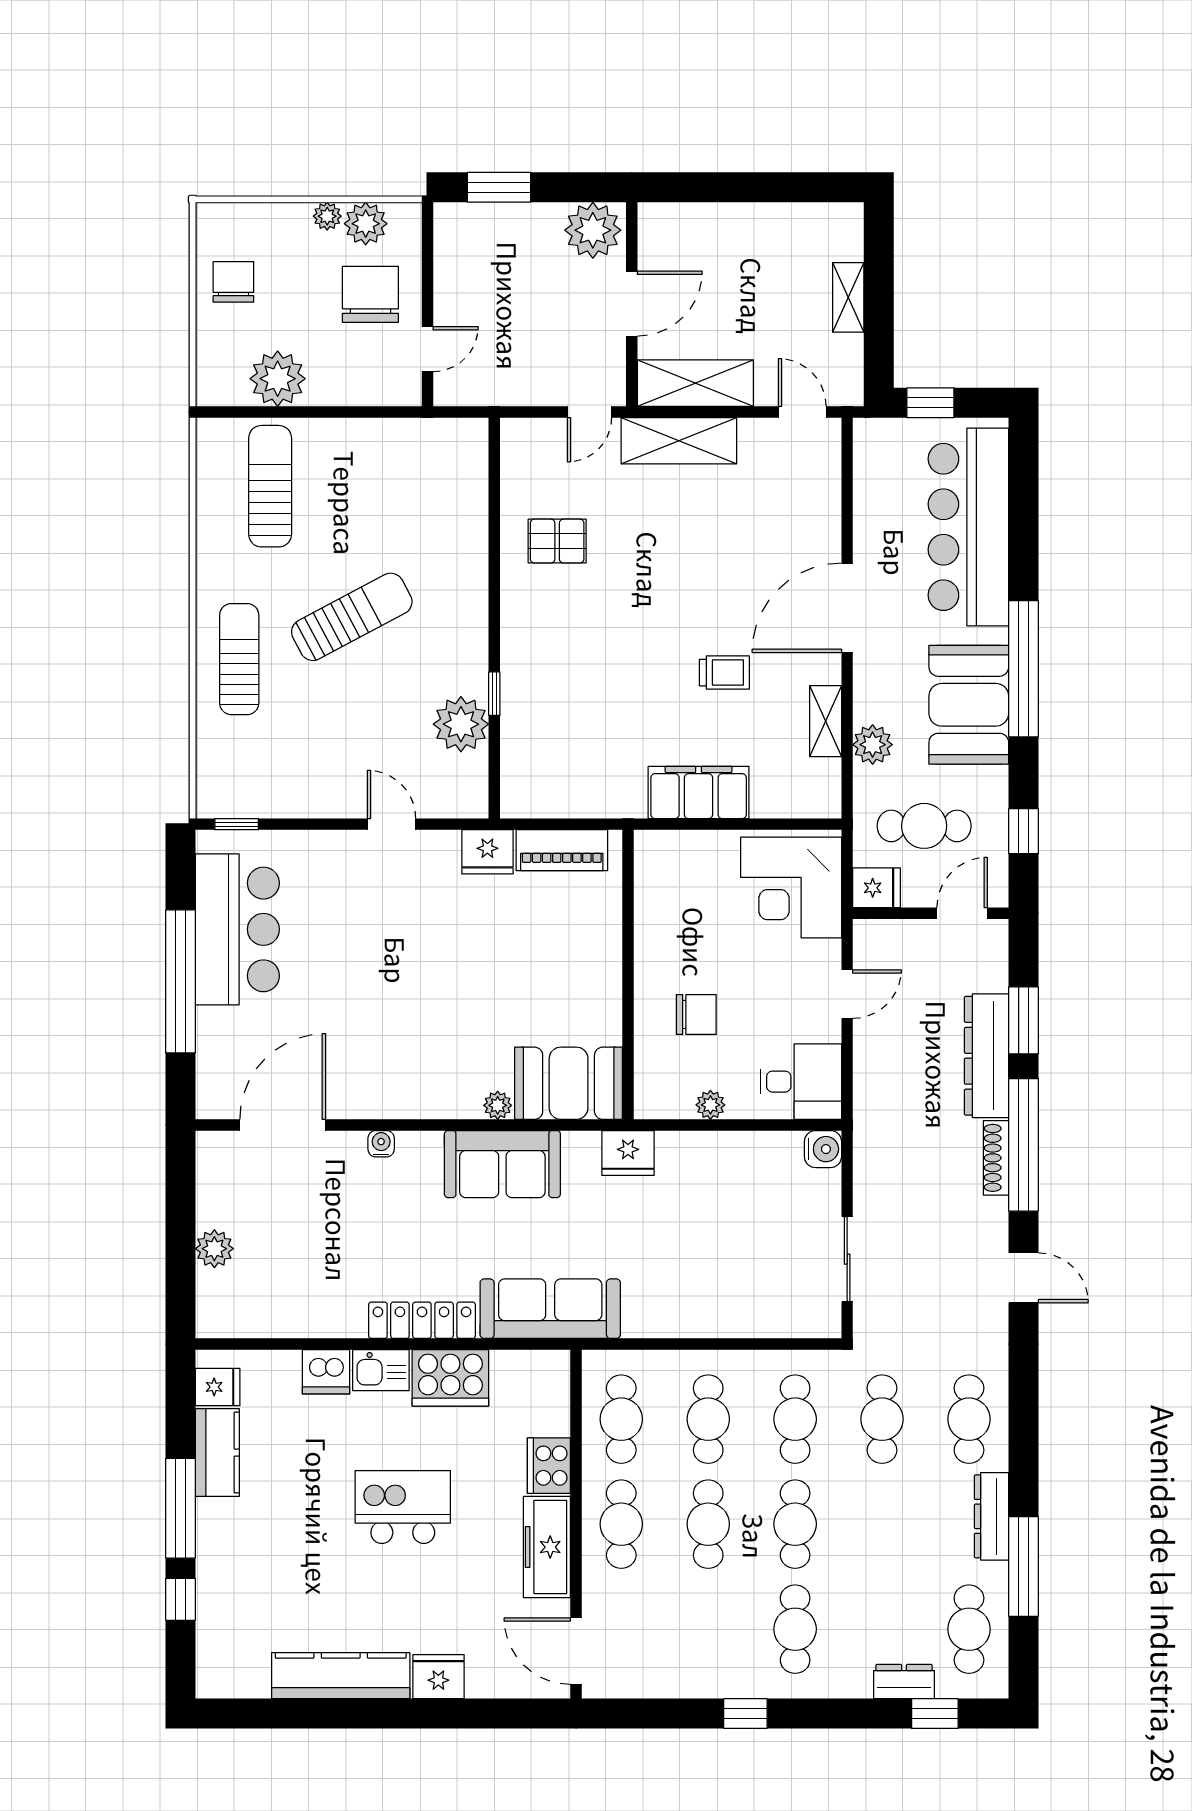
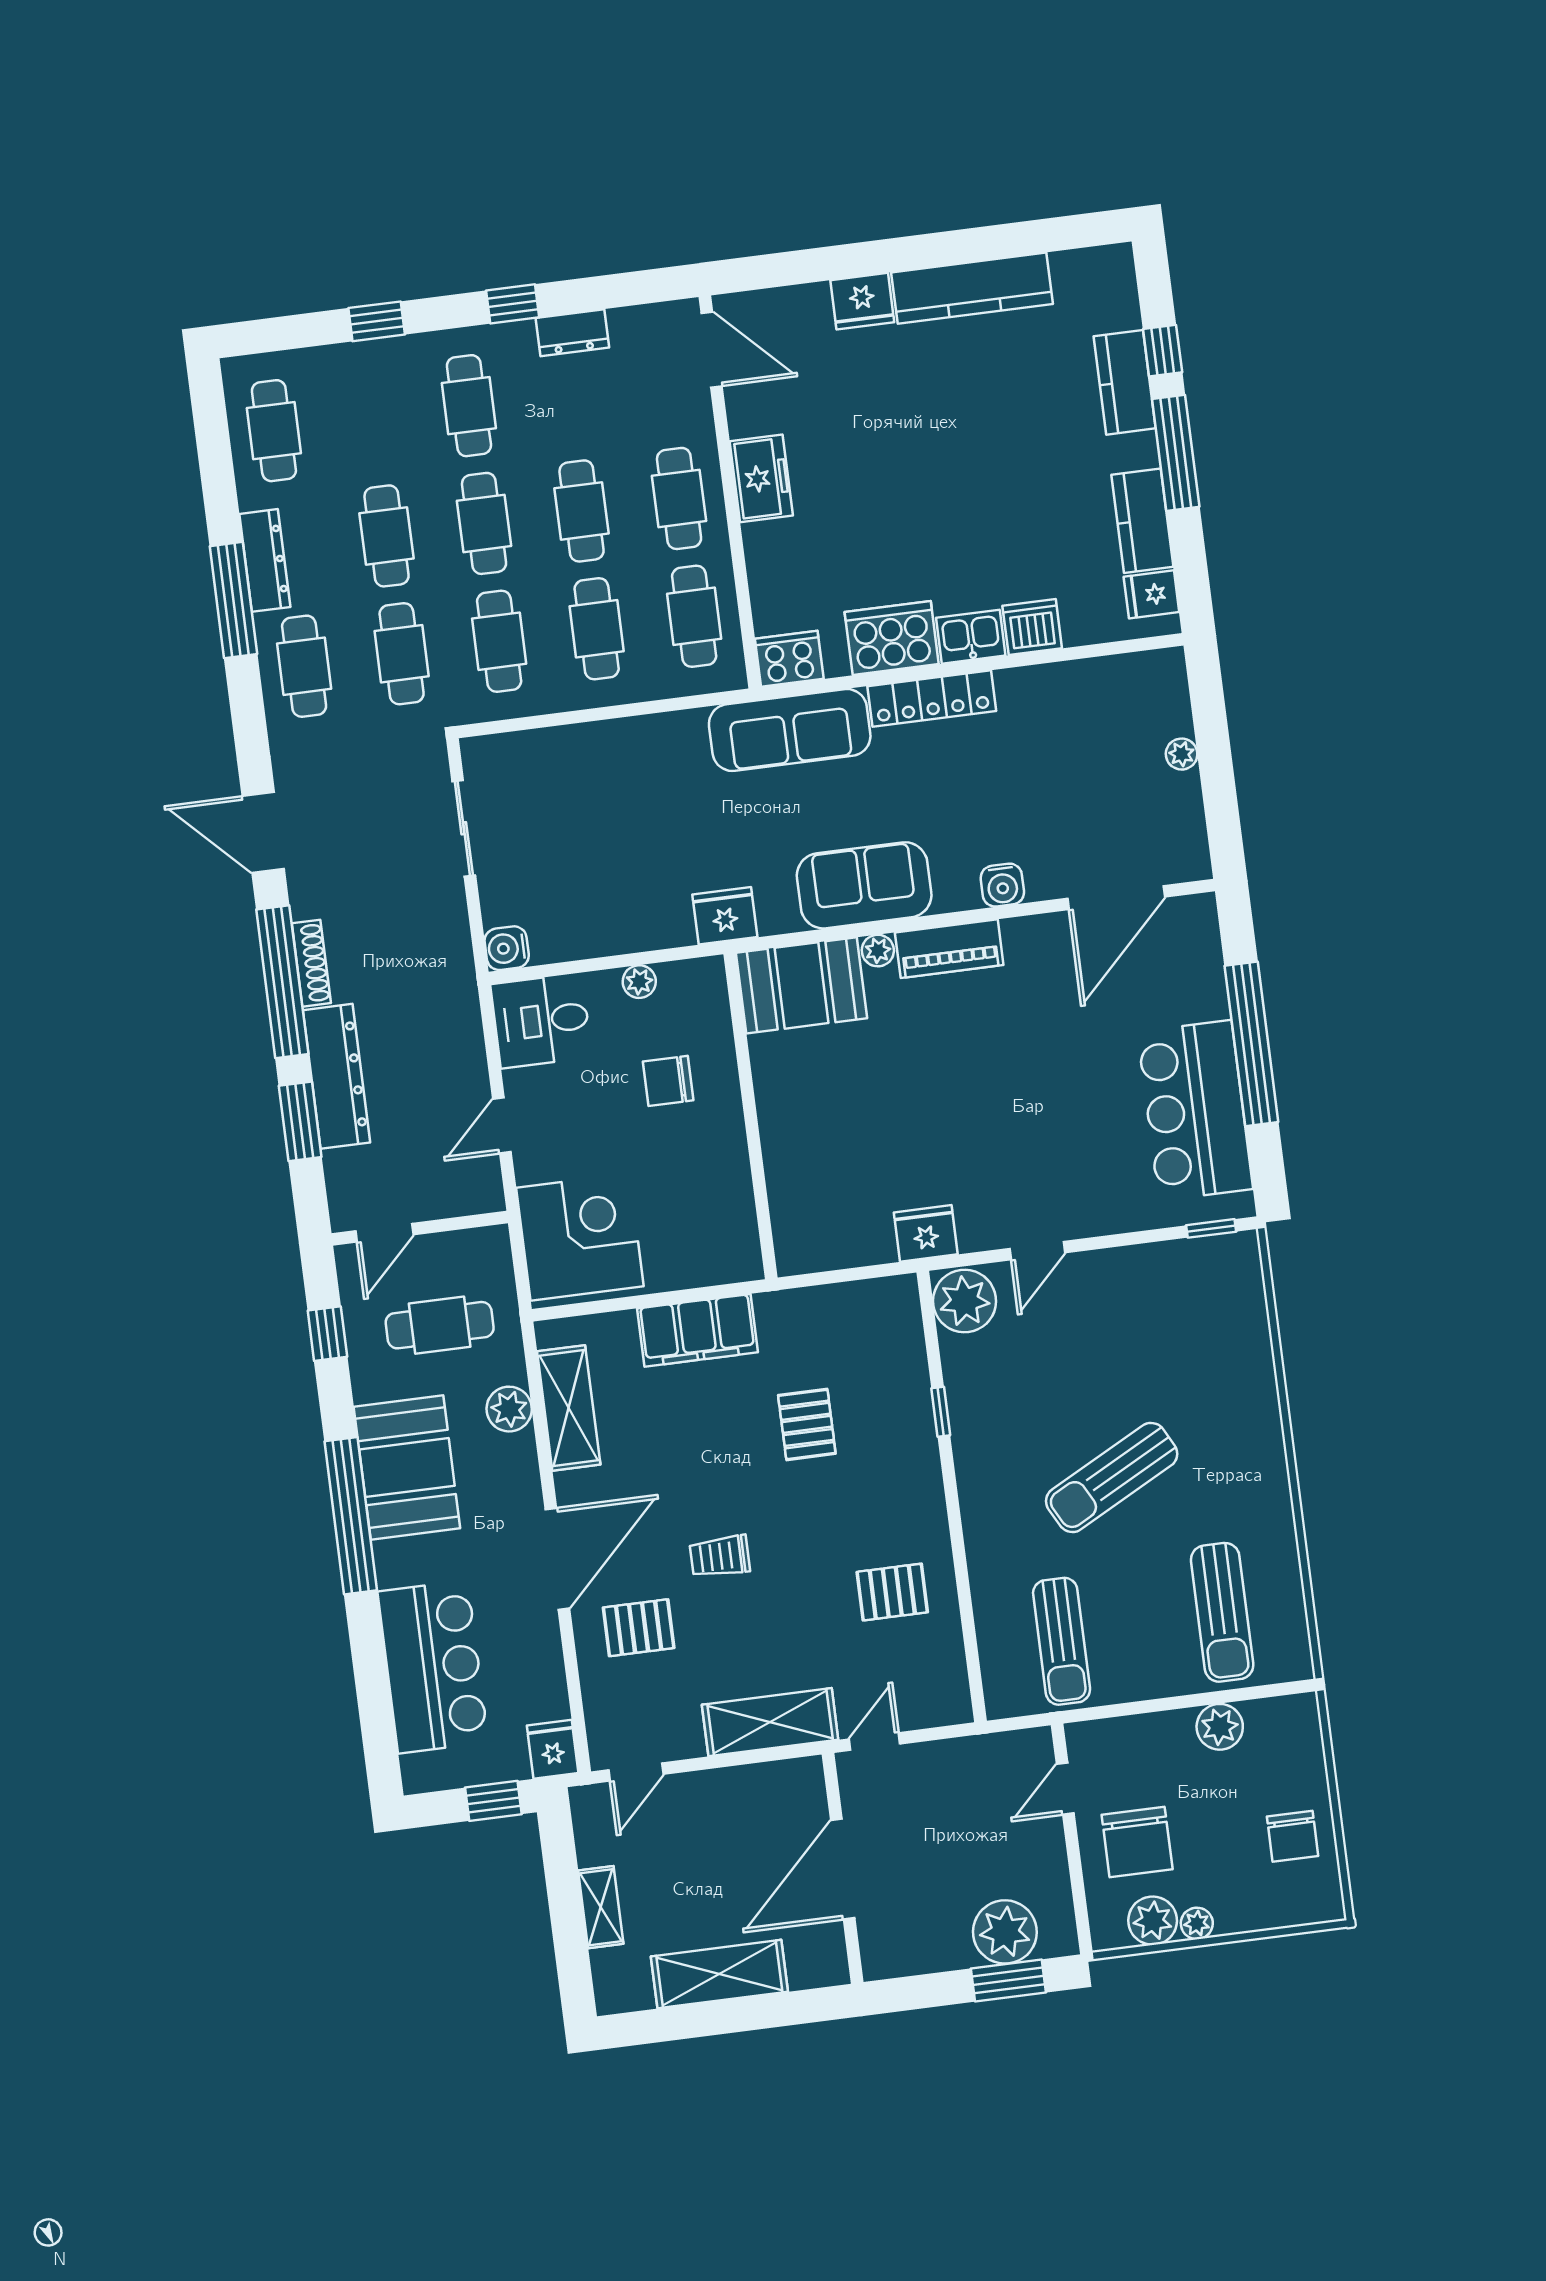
plant: (593, 230) -> (1005, 1932), moved
door: (632, 304) -> (843, 1869), width x1.36
plant: (278, 379) -> (1220, 1727), width x0.73, depth x0.73
shelving: (695, 383) -> (719, 1974), moved
door: (802, 412) -> (636, 1772), hinge flipped
bar counter: (968, 527) -> (433, 1667), width x0.73
pallet: (784, 538) -> (639, 1628), added
sun lounger: (239, 659) -> (1062, 1641), moved
trolley: (724, 673) -> (720, 1556), moved
pallet: (613, 698) -> (807, 1424), added
shelving: (826, 721) -> (569, 1408), width x1.50, depth x1.33
plant: (461, 724) -> (965, 1301), moved
door: (392, 824) -> (1037, 1251), hinge flipped
piano: (562, 850) -> (949, 949), moved, turned 180
fridge: (876, 888) -> (553, 1749), moved, turned 90
water cooler: (381, 1144) -> (1002, 885), width x1.38, depth x1.38
plant: (214, 1249) -> (1182, 754), width x0.73, depth x0.73
door: (1023, 1278) -> (263, 833), width x1.38
cooker: (549, 1466) -> (789, 659), moved, turned -90
kitchen island: (403, 1507) -> (927, 486), removed
cafe table: (882, 1524) -> (387, 536), added
freezer: (547, 1547) -> (761, 478), width x0.71
window: (1023, 1567) -> (233, 600), moved
kitchen counter: (217, 1576) -> (1125, 382), added
dresser: (904, 1682) -> (572, 333), moved
window: (935, 1714) -> (377, 321), moved

